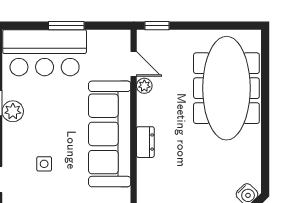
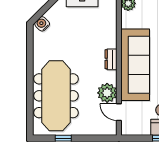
window: (157, 26) -> (63, 138), moved
plant: (144, 86) -> (107, 93), width x1.87, depth x1.87

